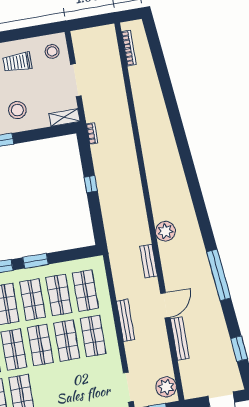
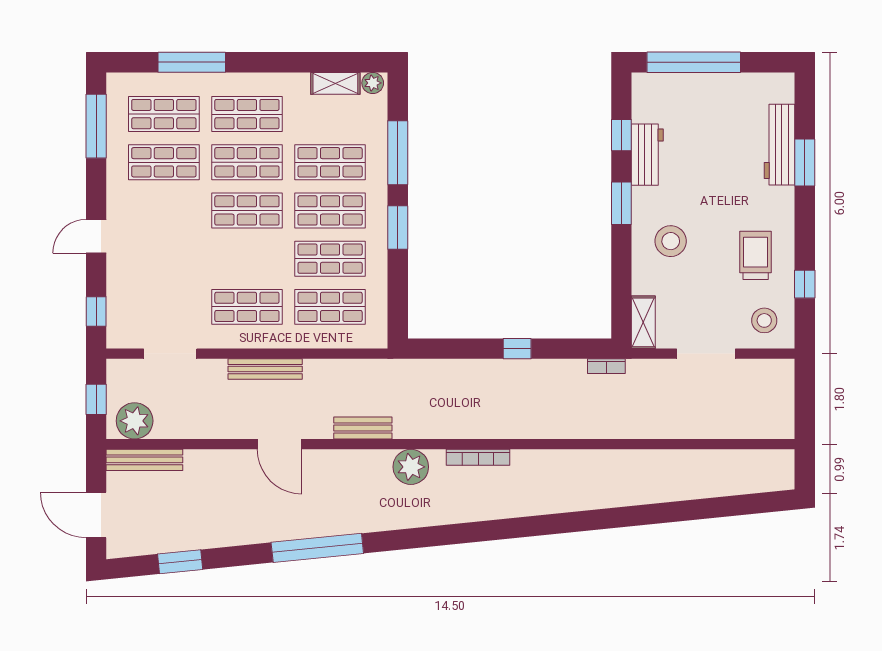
window: (28, 32) -> (805, 284), added
bookcase: (129, 48) -> (478, 457), moved
bench: (180, 339) -> (144, 460), moved
shop shelf: (67, 341) -> (247, 259), removed
doorway: (128, 387) -> (170, 354), moved

